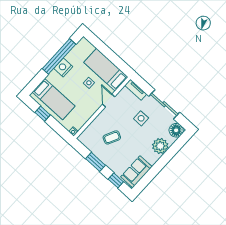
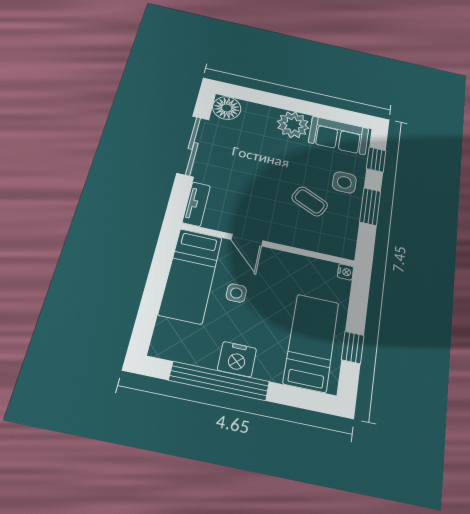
door: (109, 101) -> (247, 240), hinge flipped
side table: (141, 118) -> (344, 182), moved
plant: (160, 146) -> (293, 125), moved

